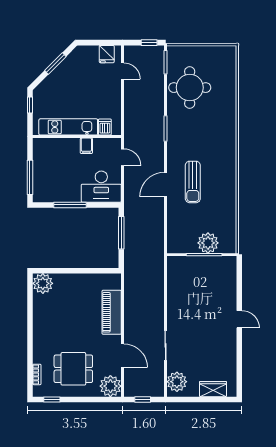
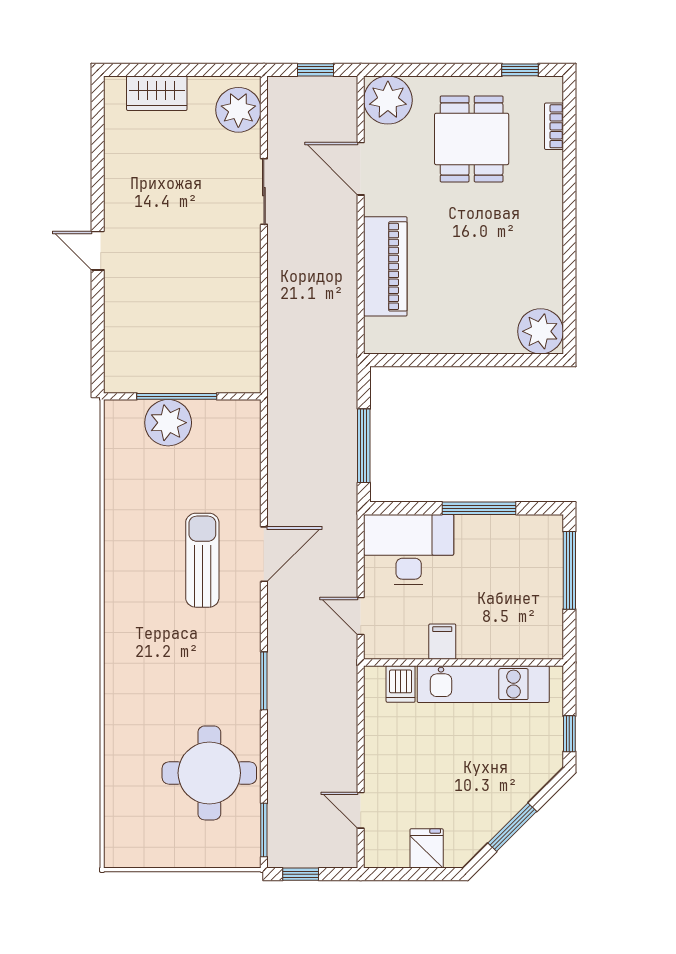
fridge: (107, 54) -> (427, 848), moved
dining table: (73, 369) -> (472, 139), turned 90

